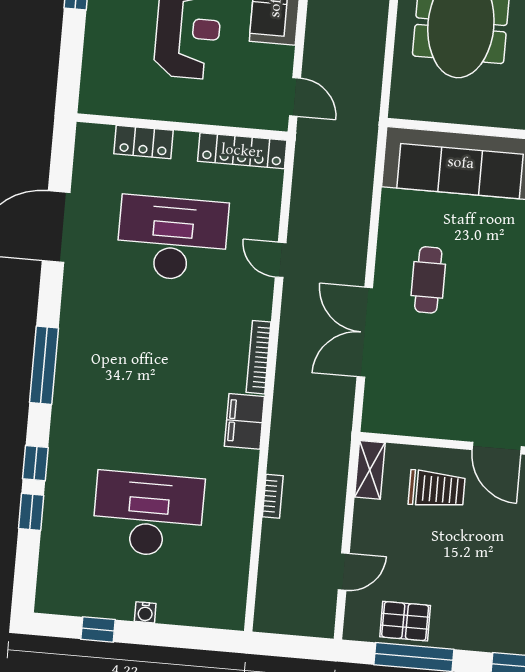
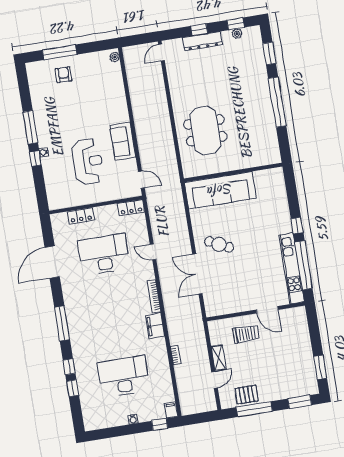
locker: (242, 151) -> (131, 208), width x0.66
cafe table: (428, 280) -> (219, 244), turned -64
shelving: (370, 470) -> (219, 358), moved
filing cabinet: (233, 613) -> (171, 410), added
window: (98, 629) -> (160, 425), moved

